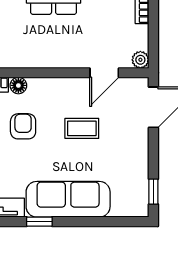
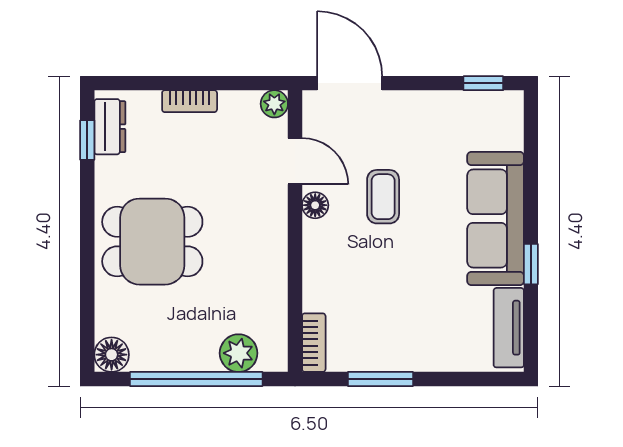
floor lamp: (18, 85) -> (315, 205), moved
armchair: (23, 126) -> (380, 290), removed

